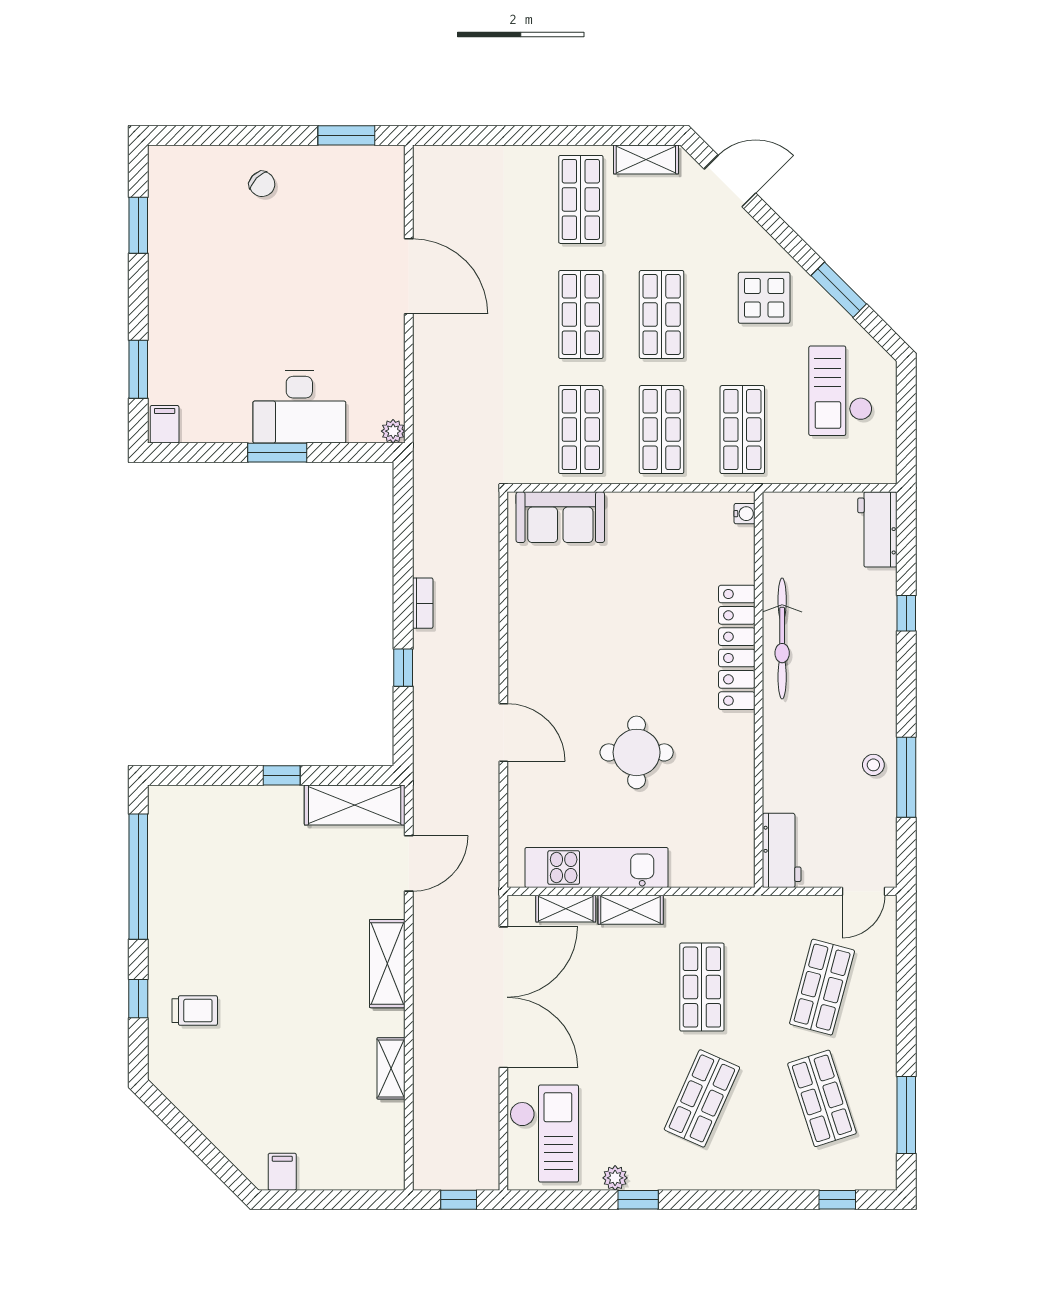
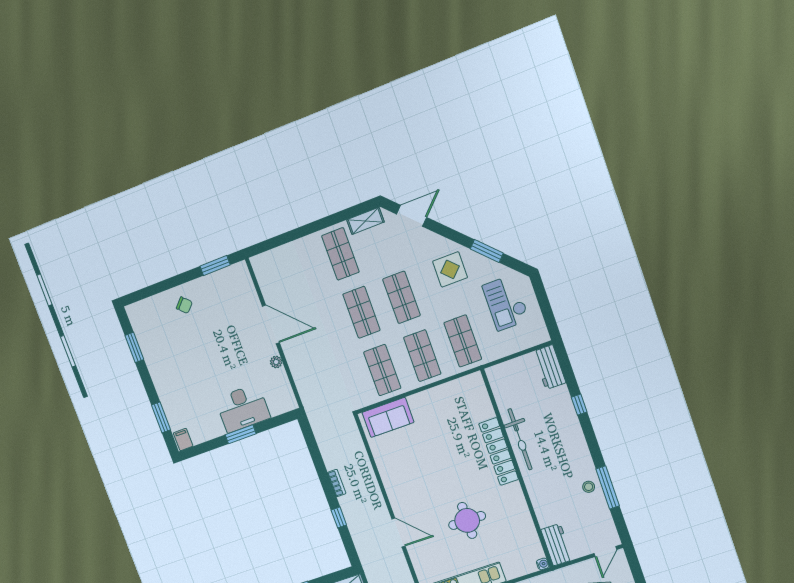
plant: (393, 431) -> (276, 362), moved
water cooler: (745, 514) -> (543, 564), moved

